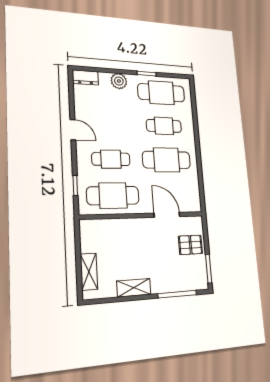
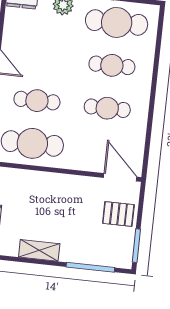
cafe table: (167, 160) -> (107, 108), width x0.73, depth x0.74
door: (167, 215) -> (120, 177), moved

